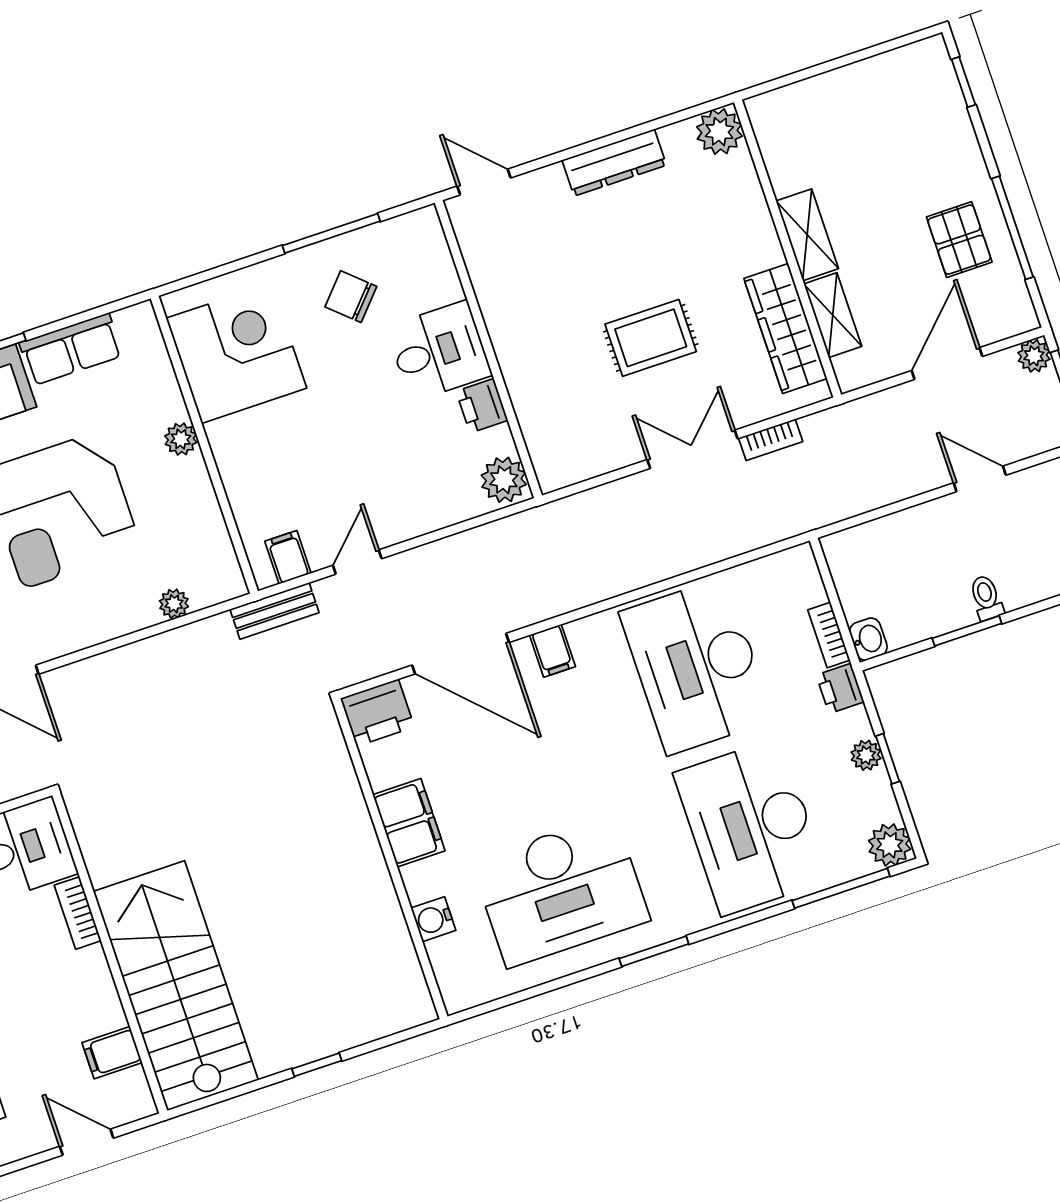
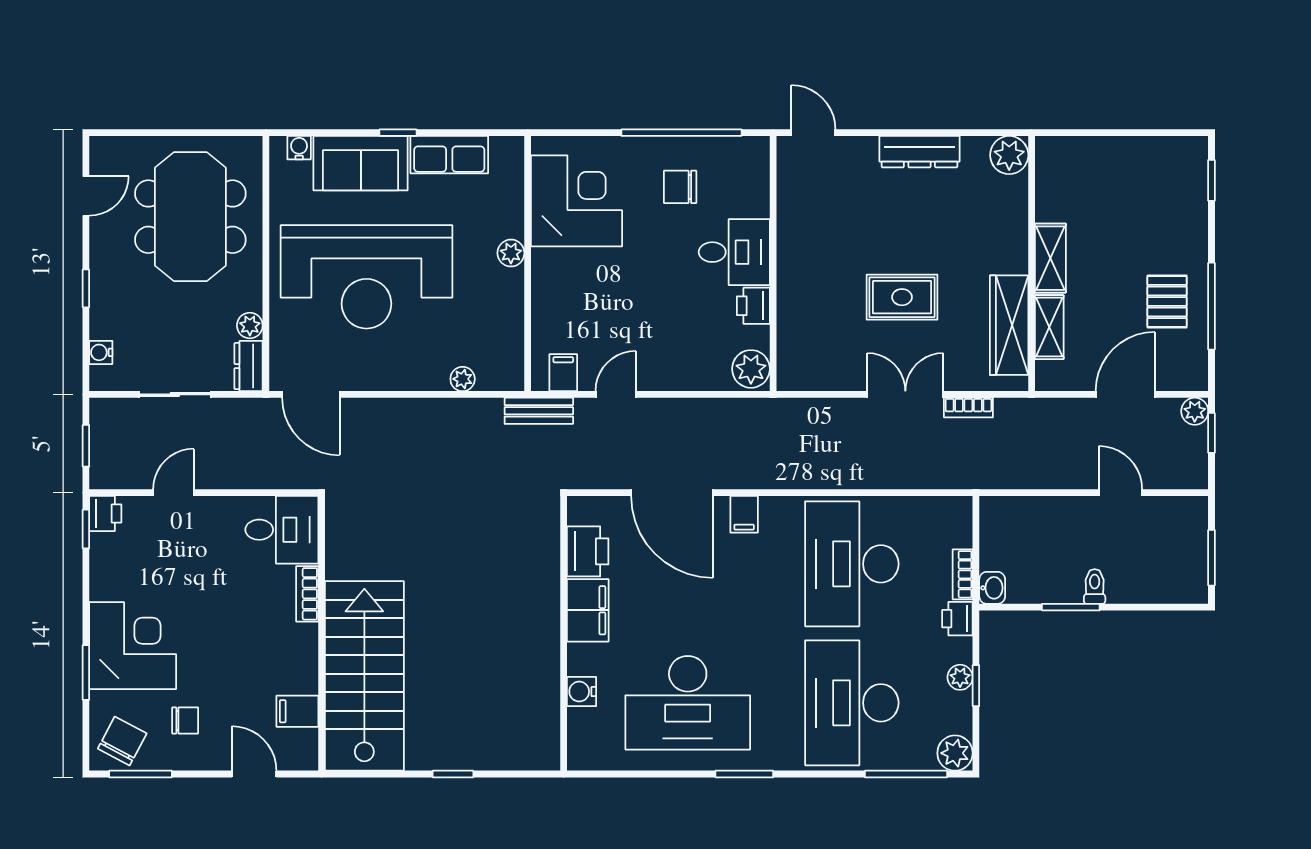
window: (331, 233) -> (681, 133), width x1.46
chair: (351, 297) -> (680, 187), turned -42
printer: (377, 713) -> (588, 551), moved, turned -90

